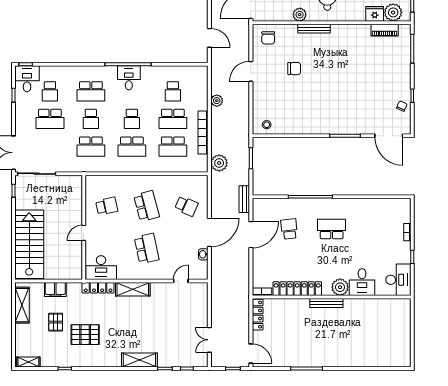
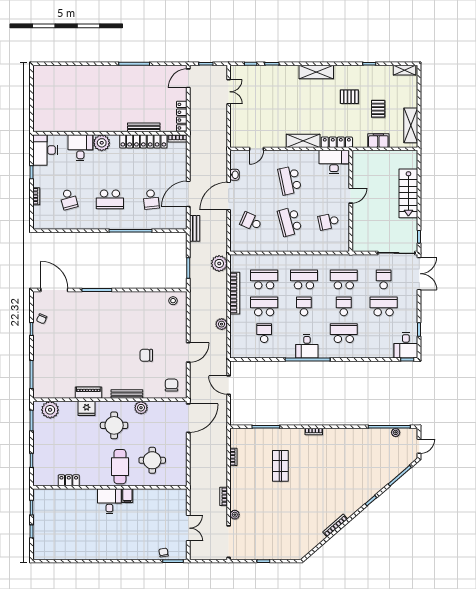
fridge: (375, 14) -> (87, 408), moved
piano: (385, 30) -> (88, 393), moved
school desk: (50, 91) -> (384, 279), moved
school desk: (374, 229) -> (69, 199), added
stairs: (29, 244) -> (408, 193), width x0.73, depth x0.66
bench: (326, 303) -> (144, 127), moved
pallet: (85, 335) -> (349, 97), width x0.67, depth x0.71
door: (251, 354) -> (188, 78), hinge flipped
shelving: (139, 360) -> (316, 72), moved

